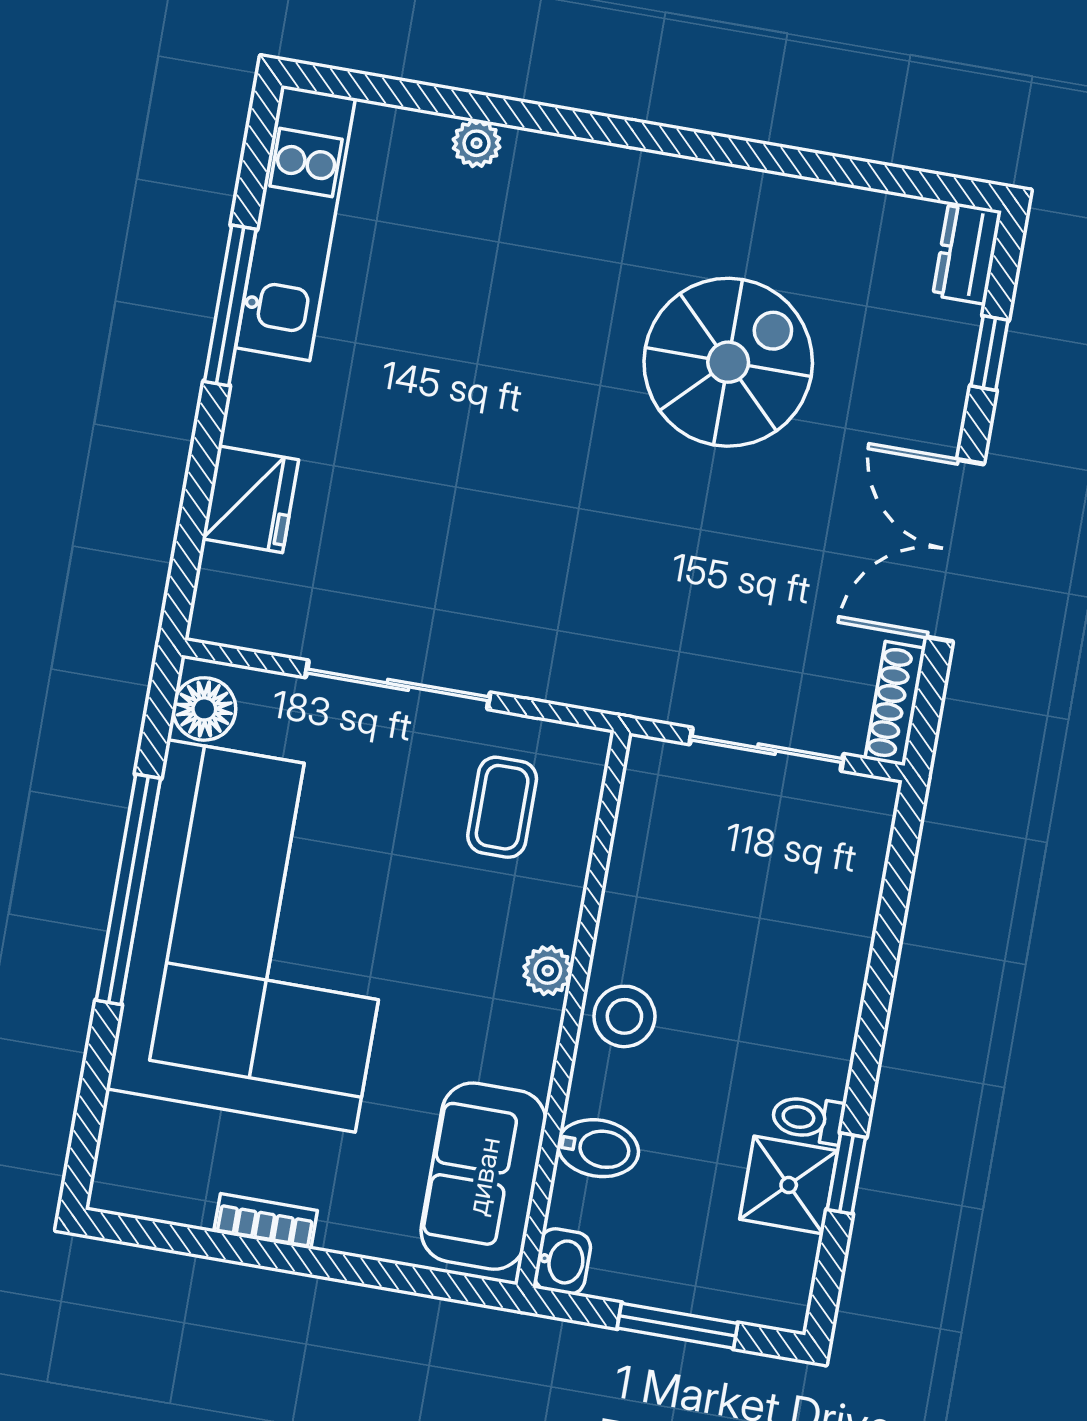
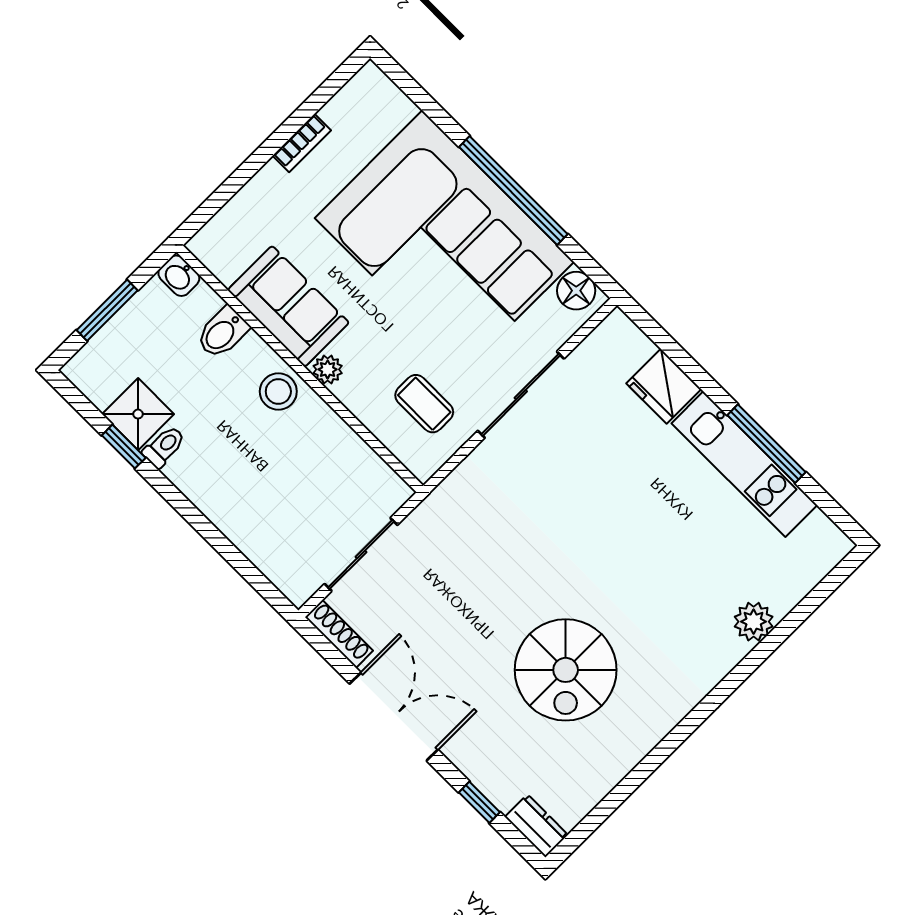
plant: (477, 143) -> (754, 622), width x1.38, depth x1.38
kitchen unit: (295, 223) -> (744, 464), moved
sofa: (483, 1176) -> (288, 306), moved

